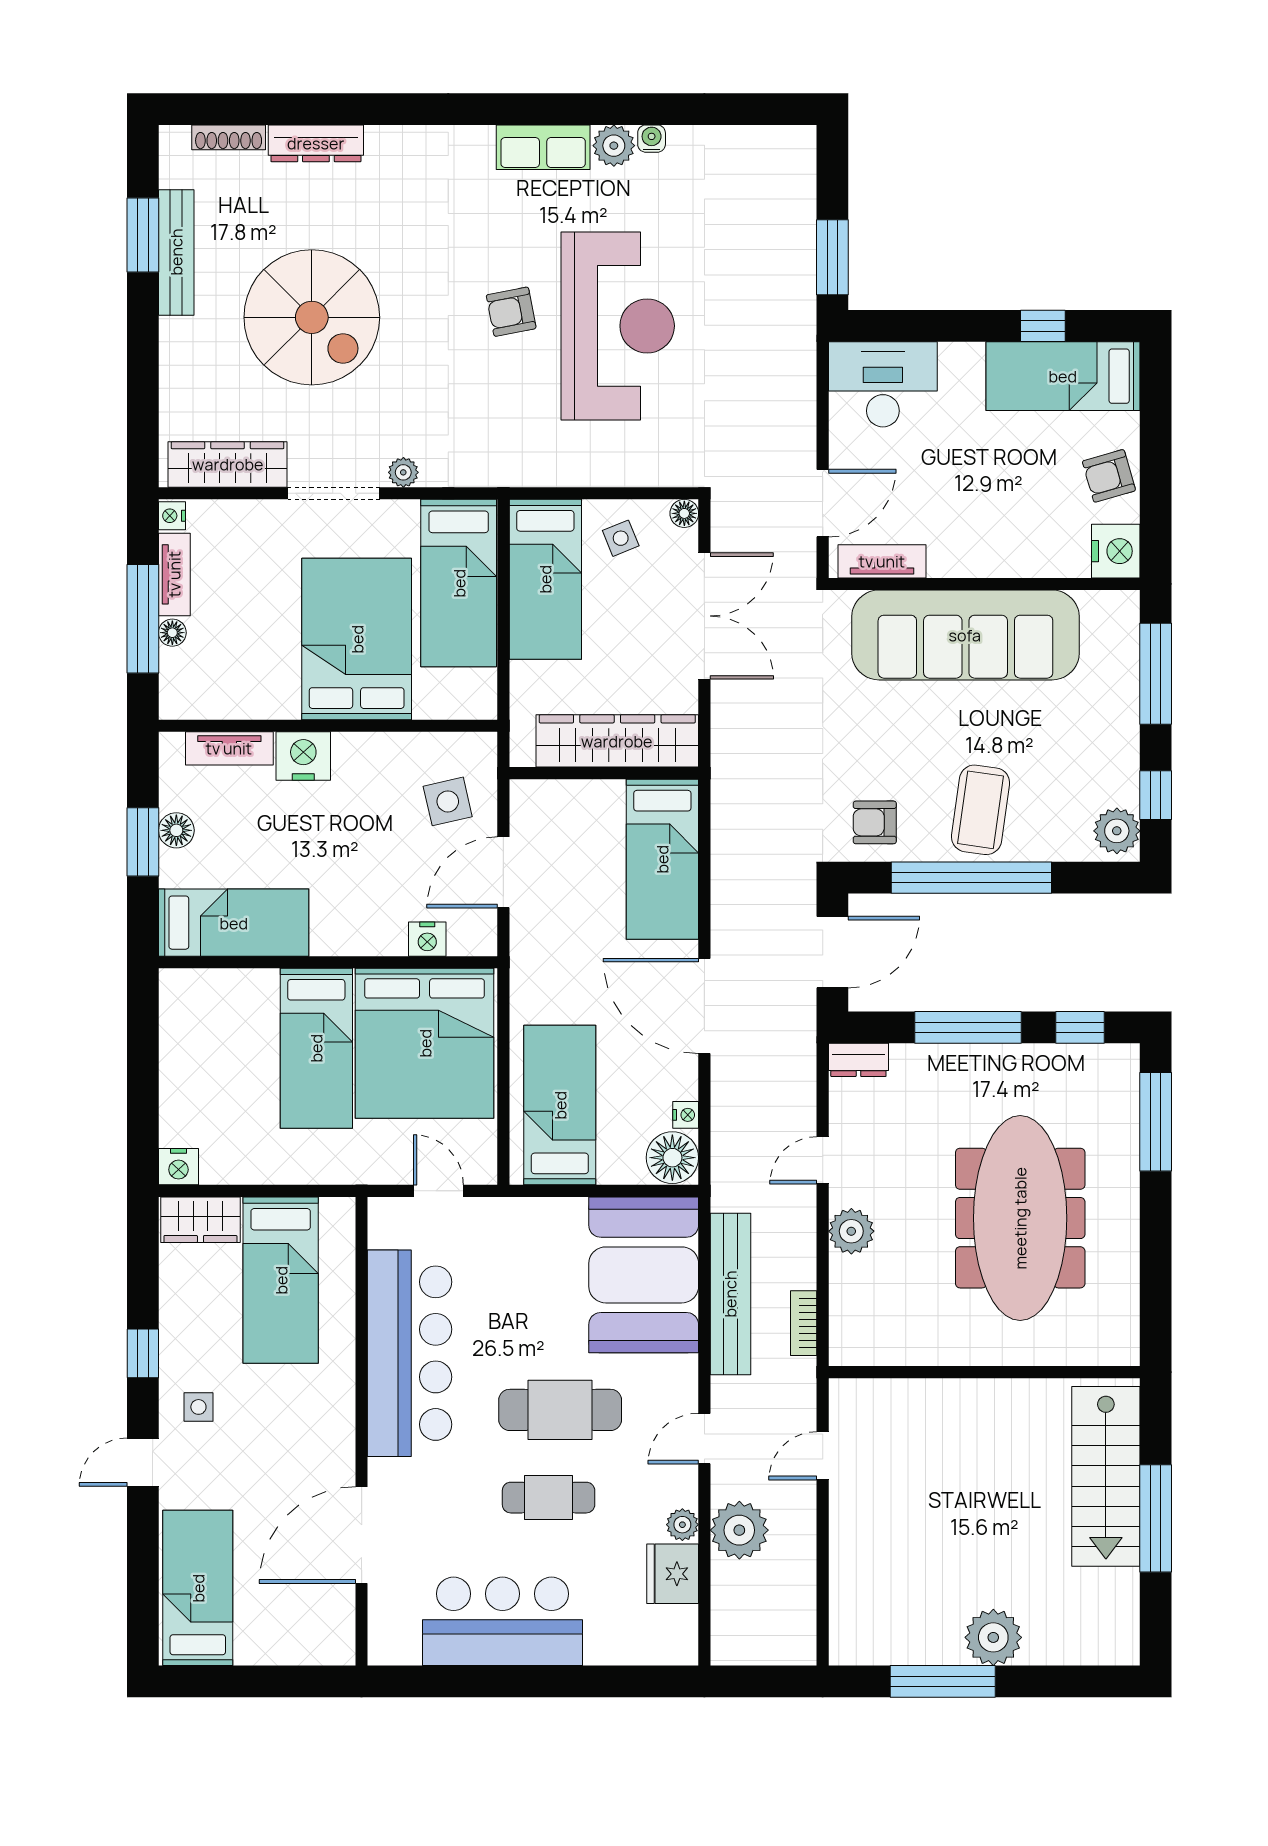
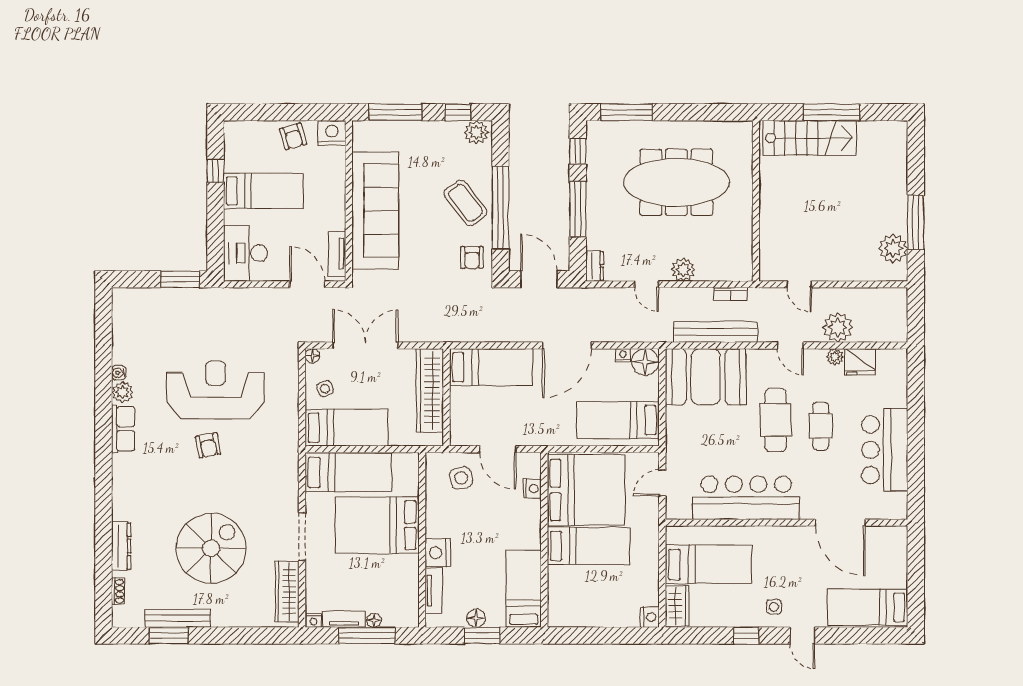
shoe rack: (229, 137) -> (118, 591), width x0.70
bed: (1063, 376) -> (263, 191), moved, turned -90
plant: (403, 472) -> (291, 501), removed
coffee table: (980, 810) -> (465, 203), turned 44
plant: (993, 1637) -> (893, 248), moved

